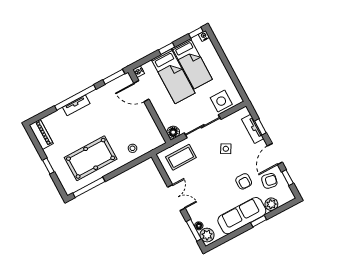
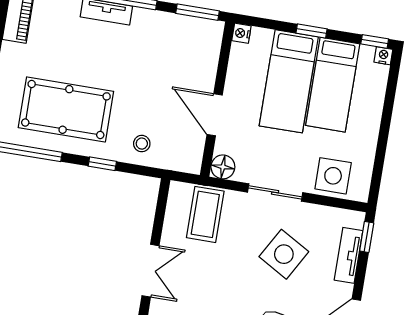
door: (141, 91) -> (215, 115), moved
sliding door: (203, 126) -> (275, 192), width x0.73
window: (260, 127) -> (367, 237), moved
side table: (226, 149) -> (284, 254), width x1.87, depth x1.87
coffee table: (181, 157) -> (205, 214), turned 90
window: (123, 169) -> (102, 164), added

